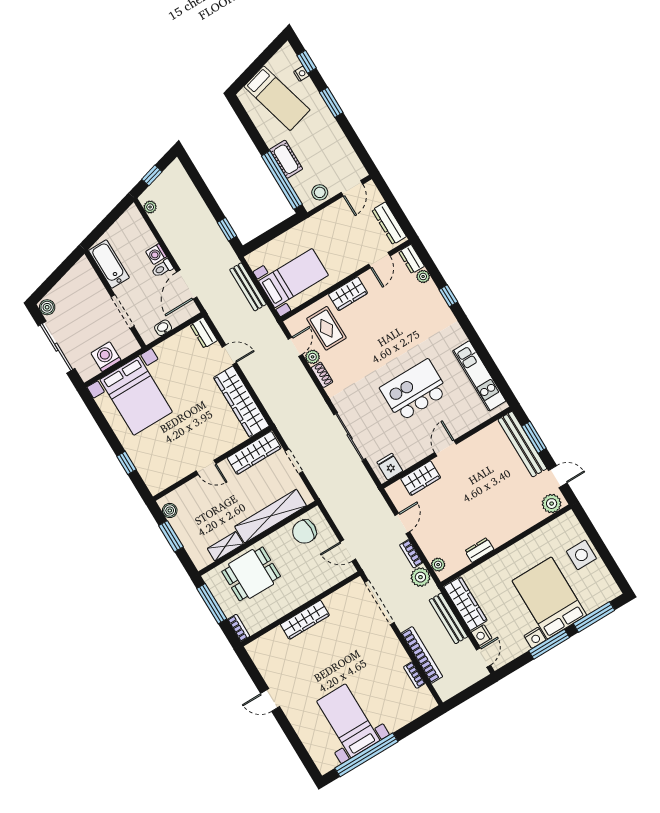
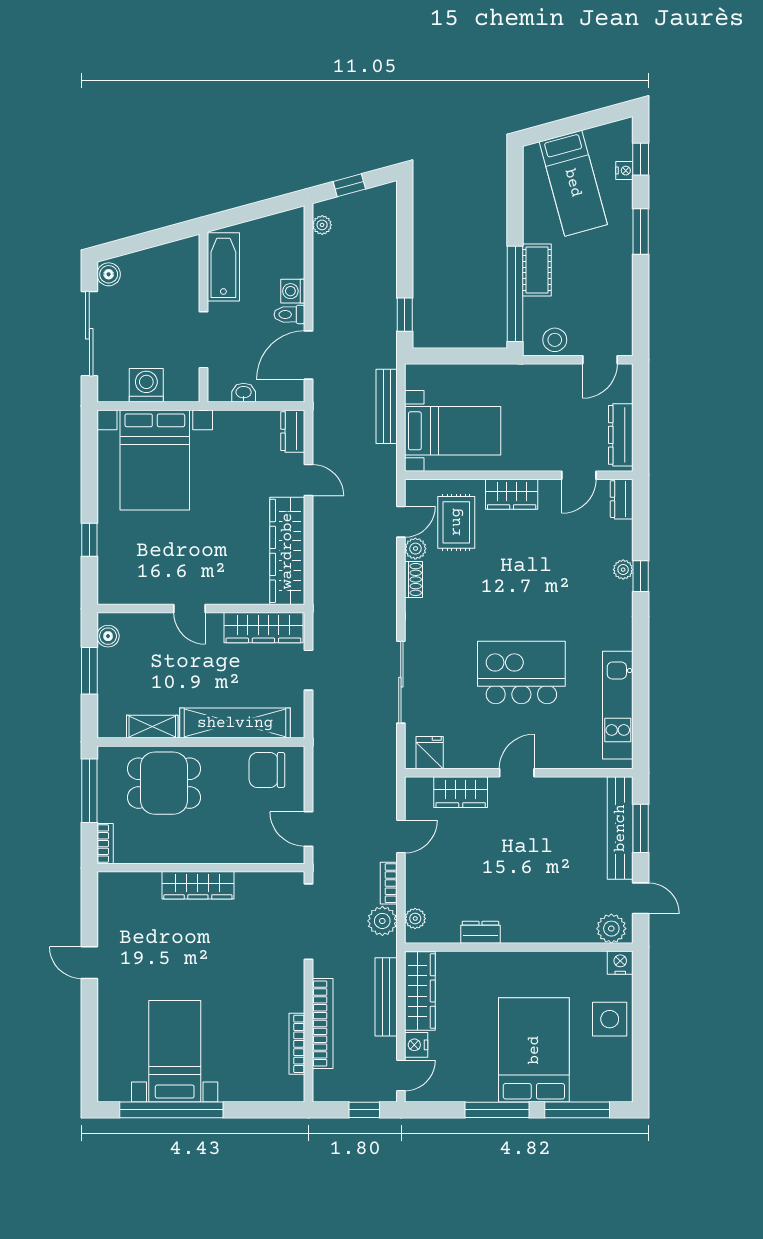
plant: (423, 276) -> (623, 570), moved
nightstand: (535, 638) -> (620, 963), moved, turned 180
bookcase: (414, 675) -> (297, 1044), width x1.56
window: (475, 689) -> (364, 1110), added

